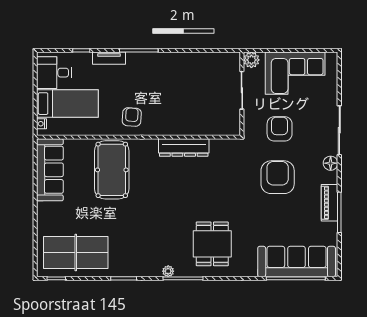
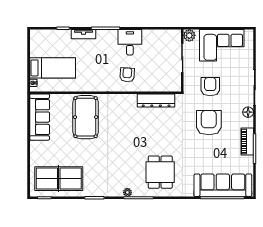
desk: (54, 73) -> (130, 42), moved, turned 90
armchair: (132, 117) -> (127, 75), moved
dresser: (184, 148) -> (156, 101), moved

